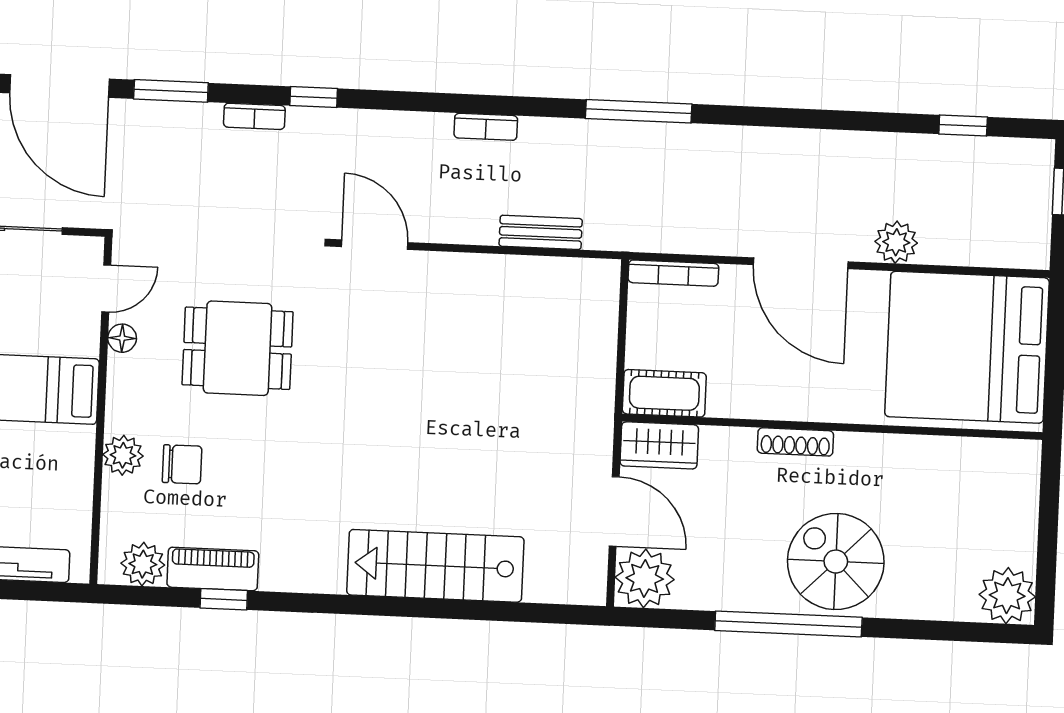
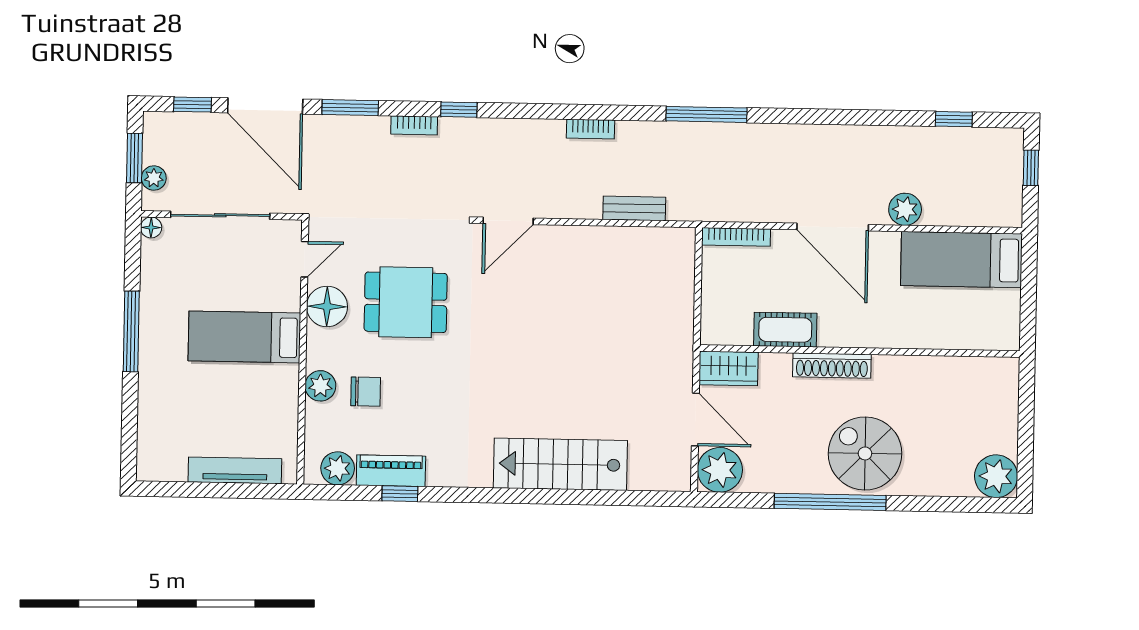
door: (375, 245) -> (508, 221), swing flipped
floor lamp: (122, 338) -> (327, 306), width x1.89, depth x1.89
bed: (967, 347) -> (961, 260), width x0.49
cot: (664, 393) -> (785, 330), moved
shoe rack: (795, 442) -> (832, 365), width x1.36, depth x1.24

